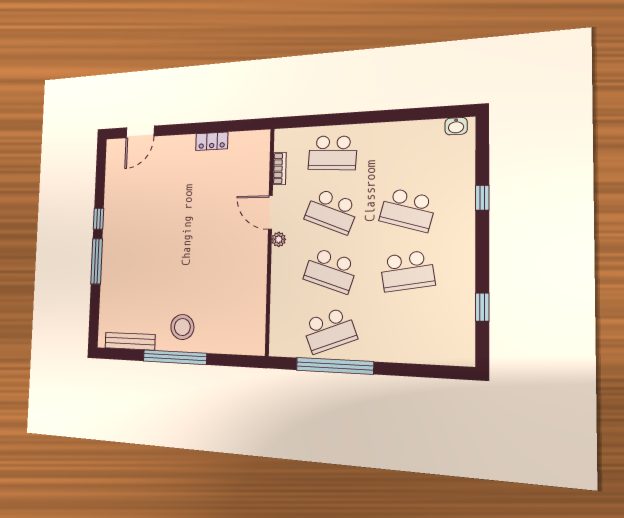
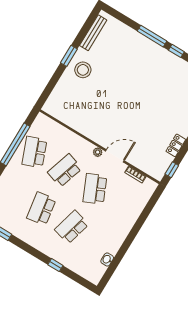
window: (246, 125) -> (172, 170), added
washbasin: (456, 126) -> (107, 260), moved
school desk: (333, 153) -> (125, 207), removed
school desk: (332, 211) -> (95, 189), turned -45
window: (175, 357) -> (69, 56), width x0.47

